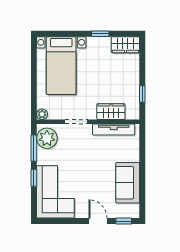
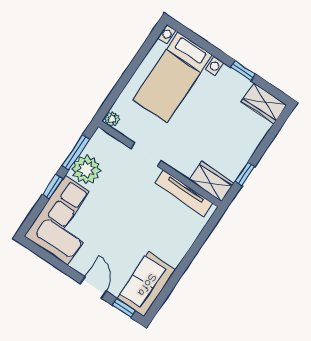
wardrobe: (111, 112) -> (212, 181), moved
plant: (47, 138) -> (86, 170), moved
sofa: (128, 183) -> (146, 284), moved

